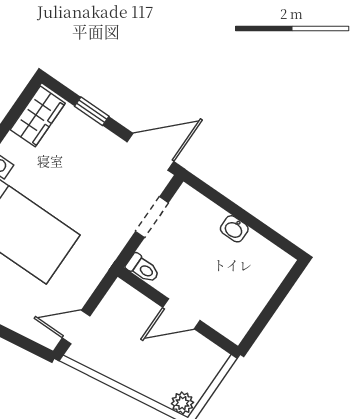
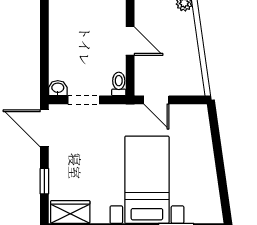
washbasin: (234, 229) -> (58, 88), moved, turned -90
door: (76, 327) -> (156, 100), moved

